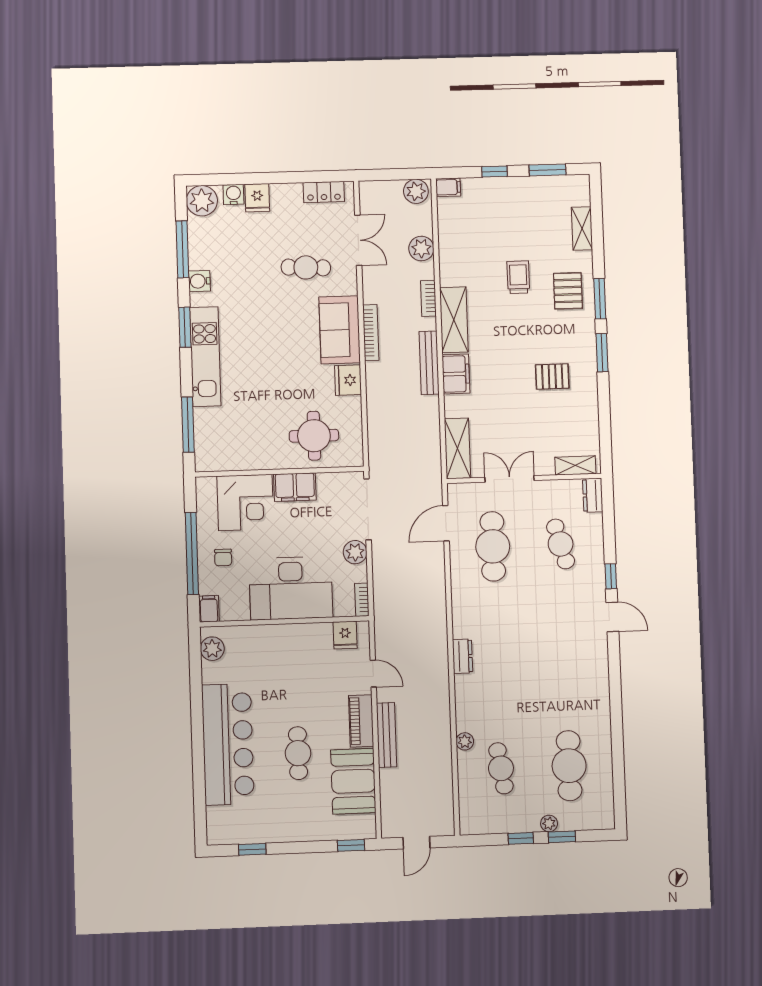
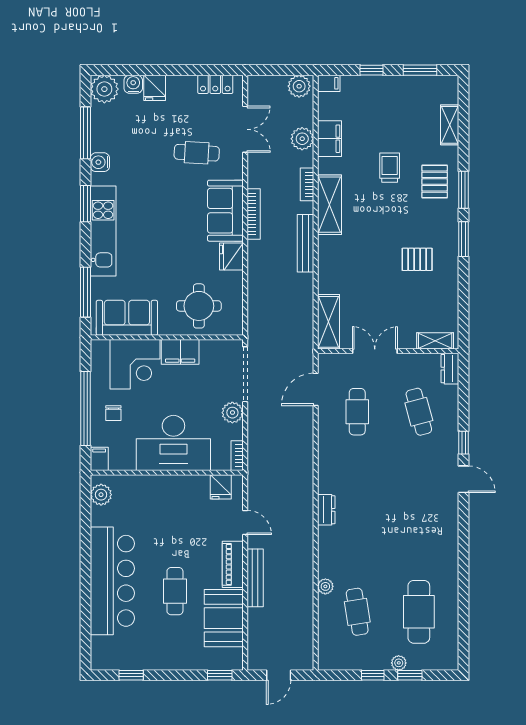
filing cabinet: (456, 374) -> (330, 139), moved
sofa: (235, 452) -> (127, 318), added
cafe table: (493, 546) -> (357, 412), width x0.73, depth x0.74

